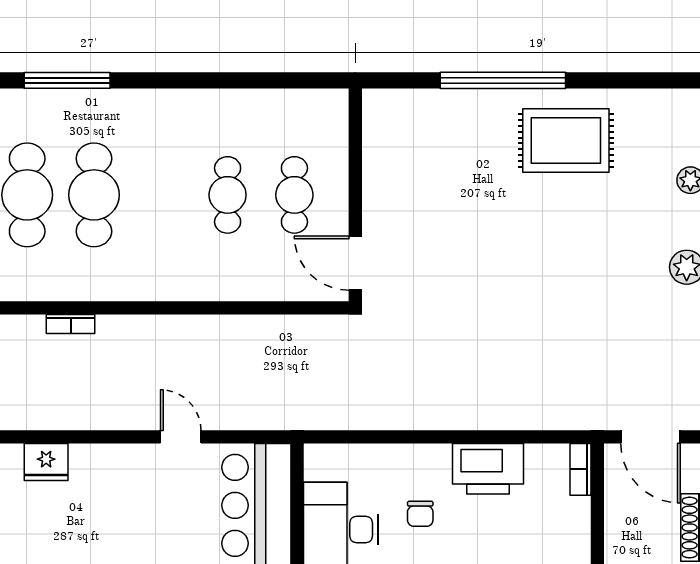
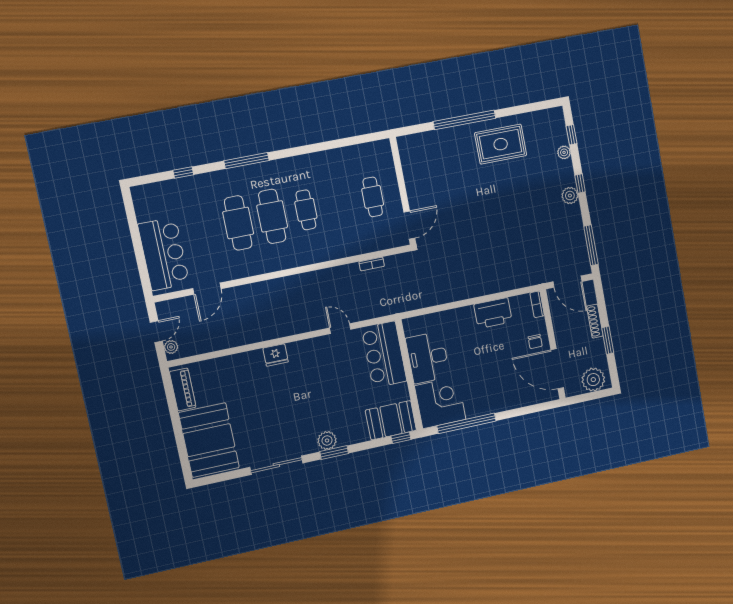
cafe table: (228, 195) -> (306, 210), moved
door: (355, 263) -> (409, 225), swing flipped
bookcase: (71, 324) -> (372, 264), moved
chair: (420, 514) -> (535, 342), moved

